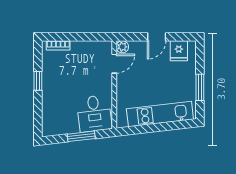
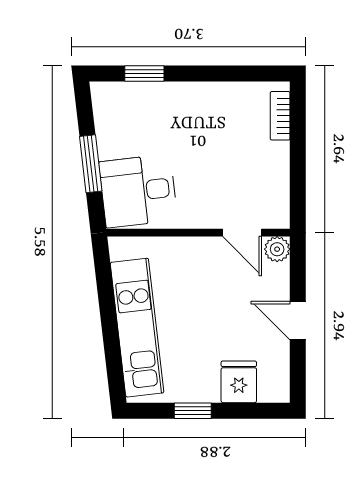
fridge: (179, 51) -> (239, 382), moved, turned 90
window: (38, 81) -> (144, 73), moved
window: (200, 87) -> (193, 411), width x0.67

